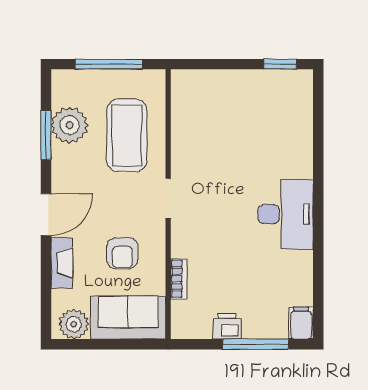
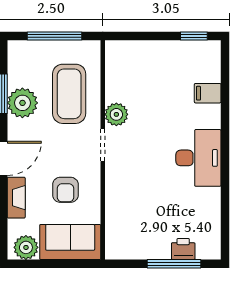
plant: (69, 125) -> (22, 103), moved
plant: (185, 161) -> (116, 114), added
bookcase: (179, 279) -> (111, 211), removed
filing cabinet: (301, 323) -> (208, 93), moved, turned -90
printer: (227, 326) -> (183, 249), moved

